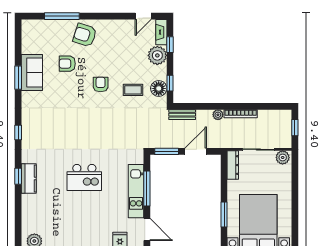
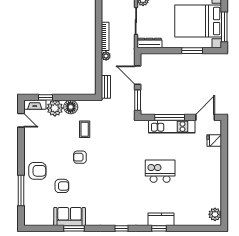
armchair: (85, 35) -> (37, 171), turned -108
armchair: (67, 64) -> (62, 186), turned -90
window: (170, 83) -> (79, 97), removed
floor lamp: (159, 88) -> (71, 107), moved
kitchen island: (84, 177) -> (160, 171), turned -90

